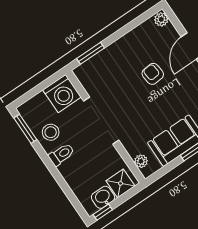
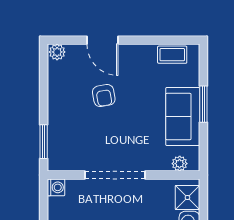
armchair: (153, 74) -> (104, 96), turned -94
washing machine: (62, 94) -> (56, 187), width x0.53, depth x0.53

